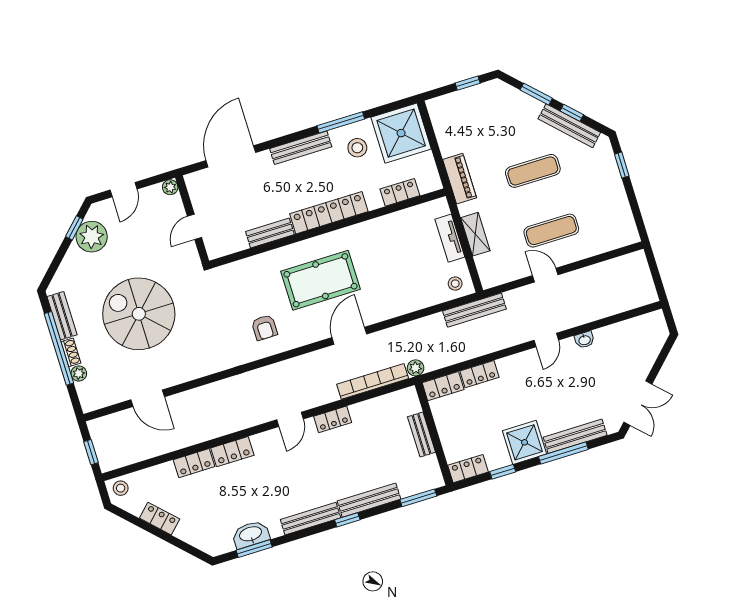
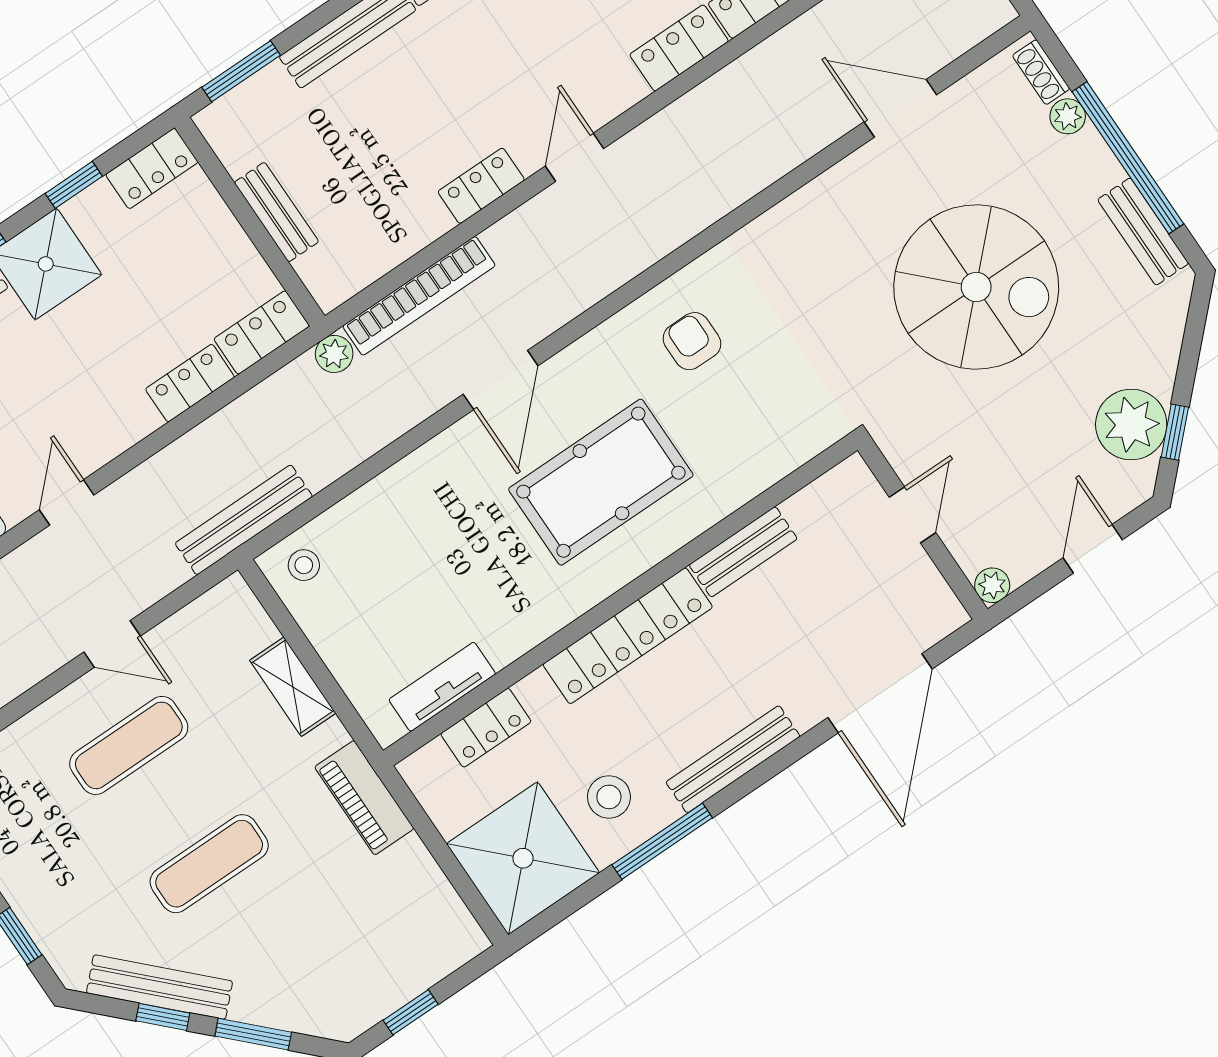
tv unit: (450, 238) -> (442, 687), moved, turned -90
shoe rack: (71, 352) -> (1041, 72), moved

